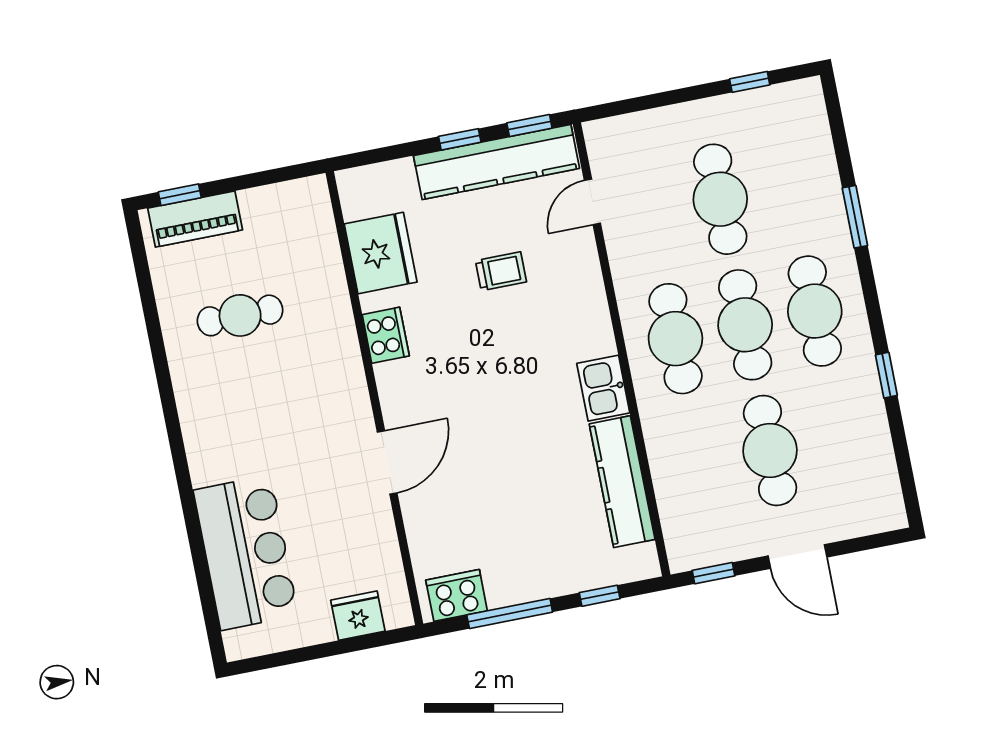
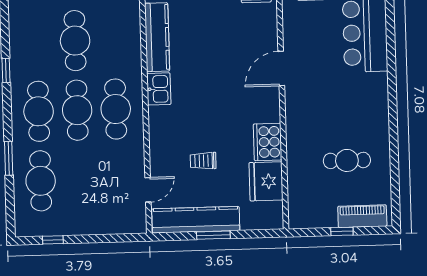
window: (529, 126) -> (175, 236), removed
window: (460, 139) -> (213, 235), width x1.50
window: (180, 195) -> (342, 231), moved
cafe table: (720, 199) -> (41, 181), moved
cooker: (386, 335) -> (268, 142), width x1.37, depth x1.31

